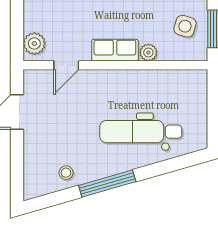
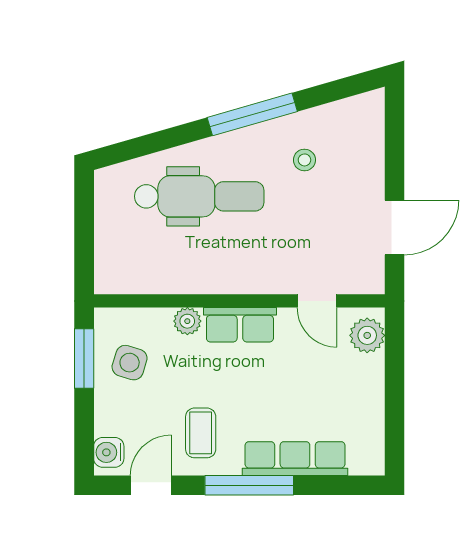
door: (66, 65) -> (317, 301), swing flipped
stool: (66, 173) -> (304, 160), moved

